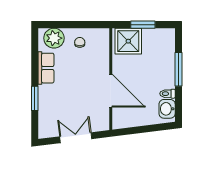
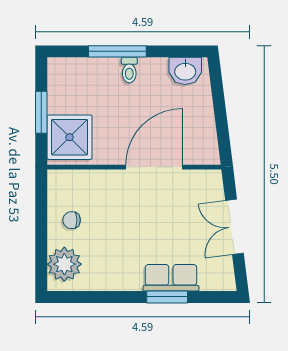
row of seats: (46, 68) -> (171, 278), moved
toilet: (168, 94) -> (129, 70), moved

